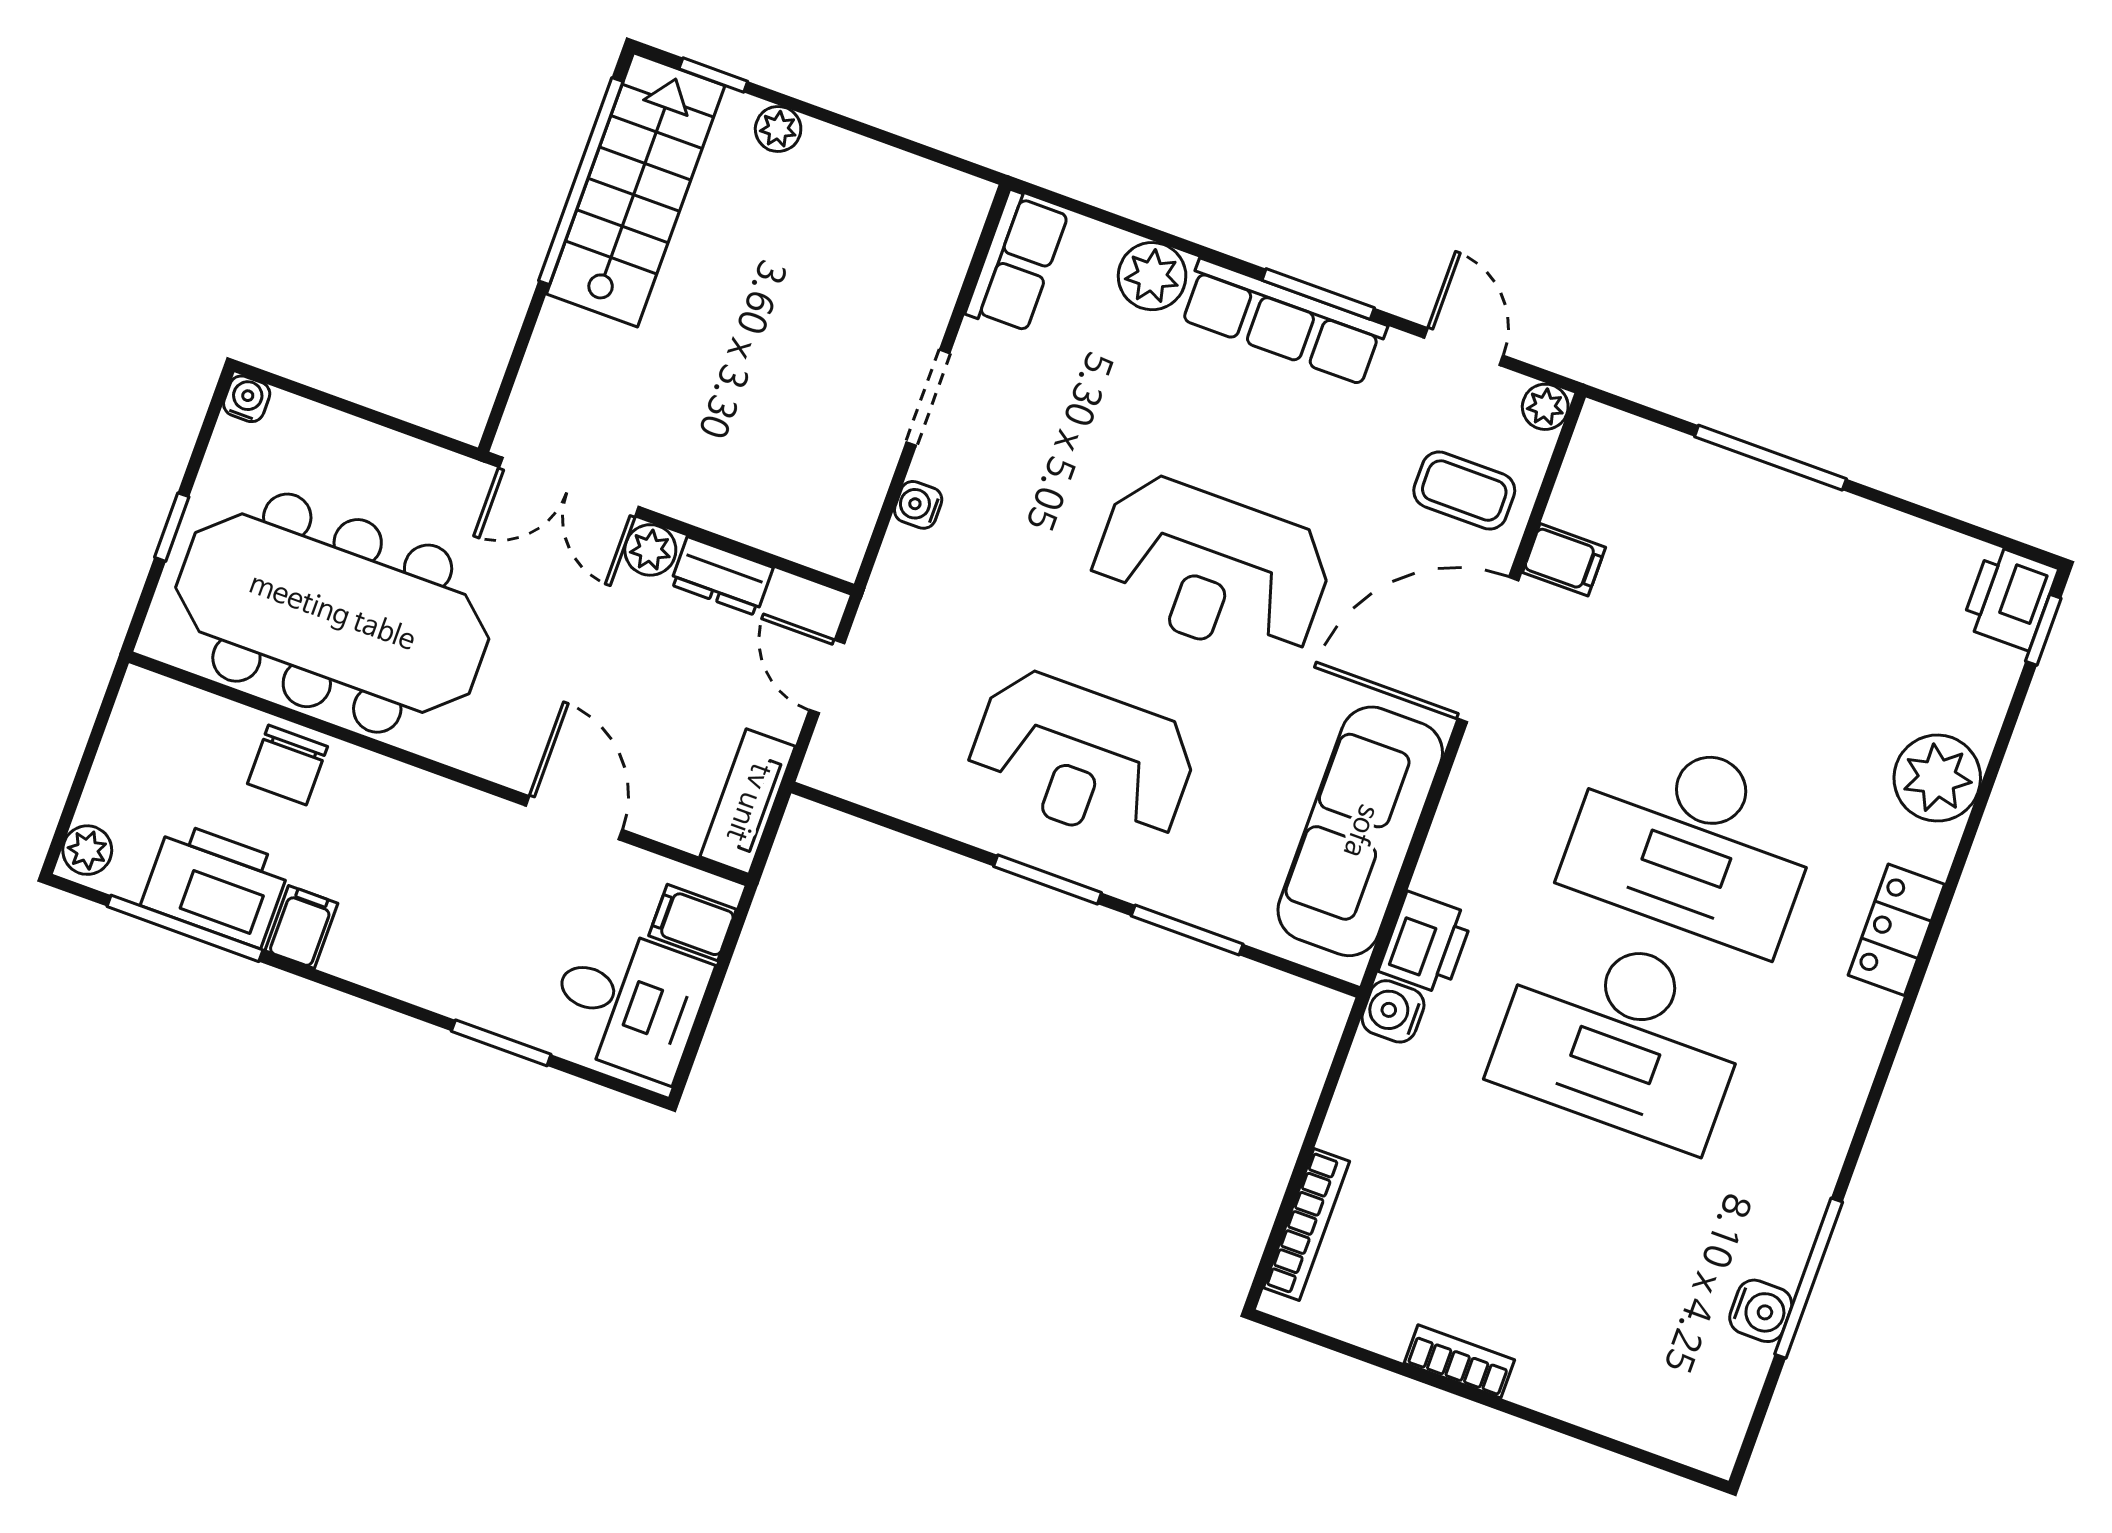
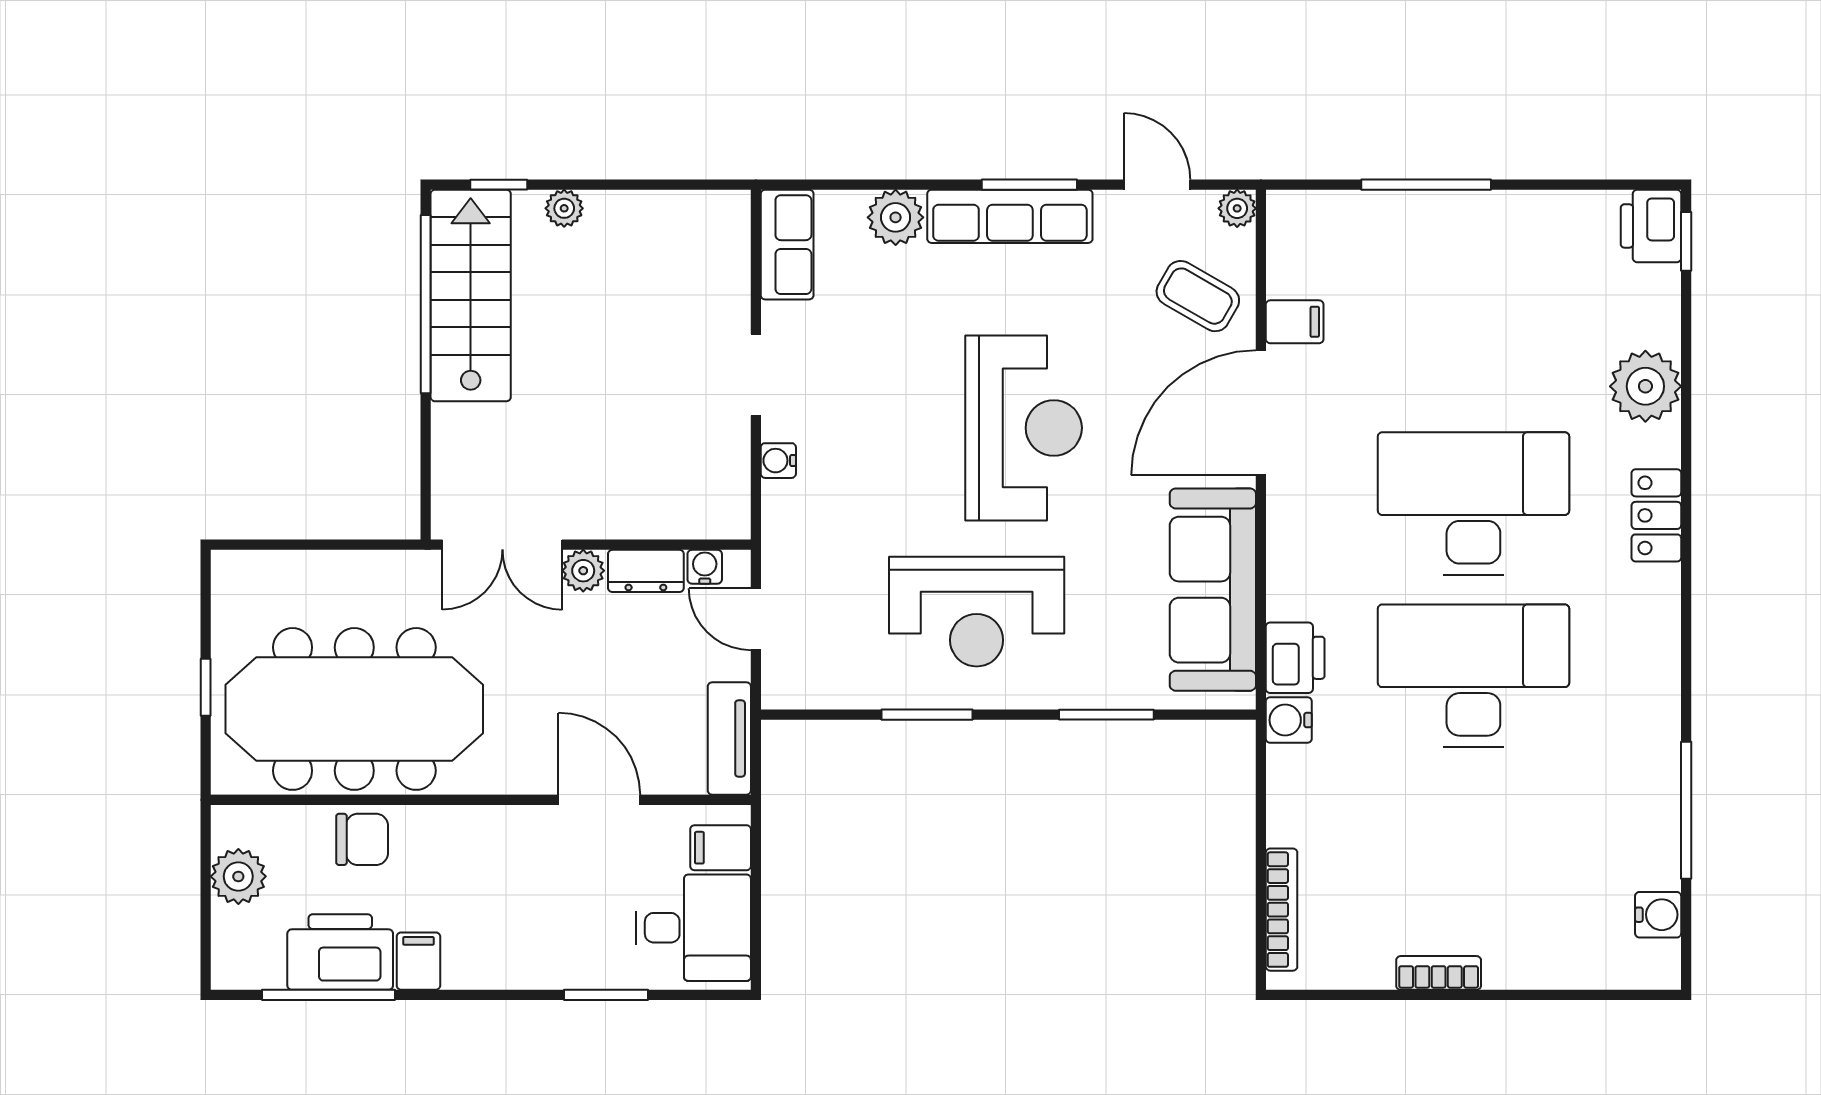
water cooler: (247, 399) -> (705, 567), moved
coffee table: (1464, 491) -> (1198, 296), turned 30
reception desk: (1211, 569) -> (1024, 428), turned -90
chair: (287, 765) -> (362, 839), turned -90
desk: (1693, 841) -> (1473, 504), turned 180
plant: (87, 850) -> (238, 876), moved, width x1.38, depth x1.38
window: (1048, 880) -> (927, 715), moved
desk: (1622, 1037) -> (1473, 676), turned 180
water cooler: (1761, 1311) -> (1658, 915), moved

